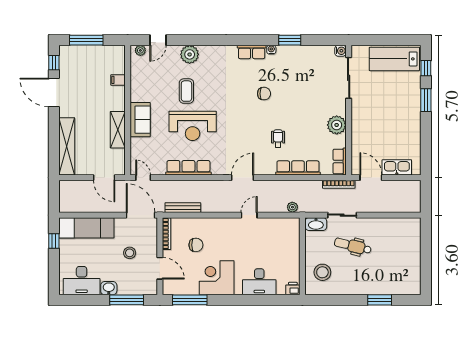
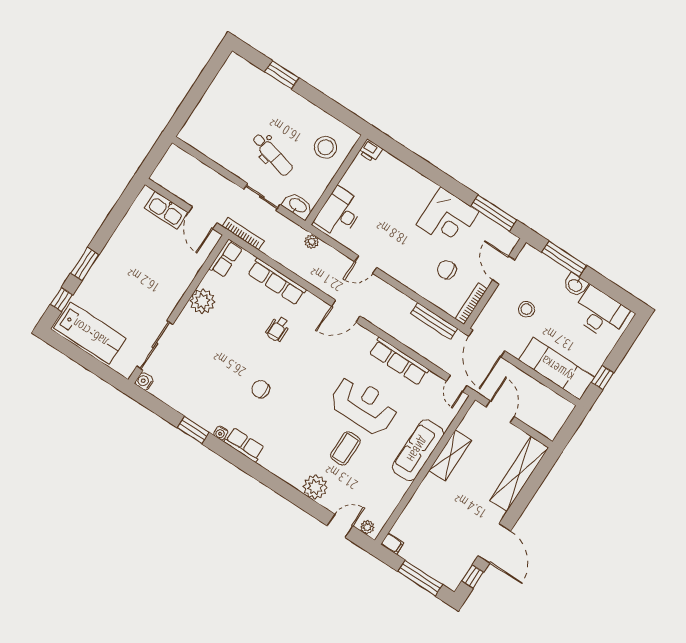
filing cabinet: (118, 80) -> (392, 543), moved
sofa: (140, 120) -> (418, 450), width x1.36
desk: (259, 282) -> (340, 213), moved, turned -90

